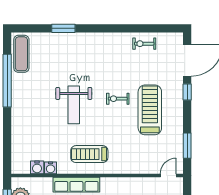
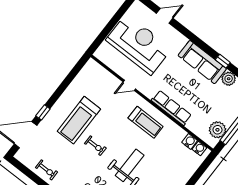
window: (187, 146) -> (72, 75), removed
water cooler: (51, 168) -> (199, 148), moved
door: (168, 175) -> (129, 85), moved

